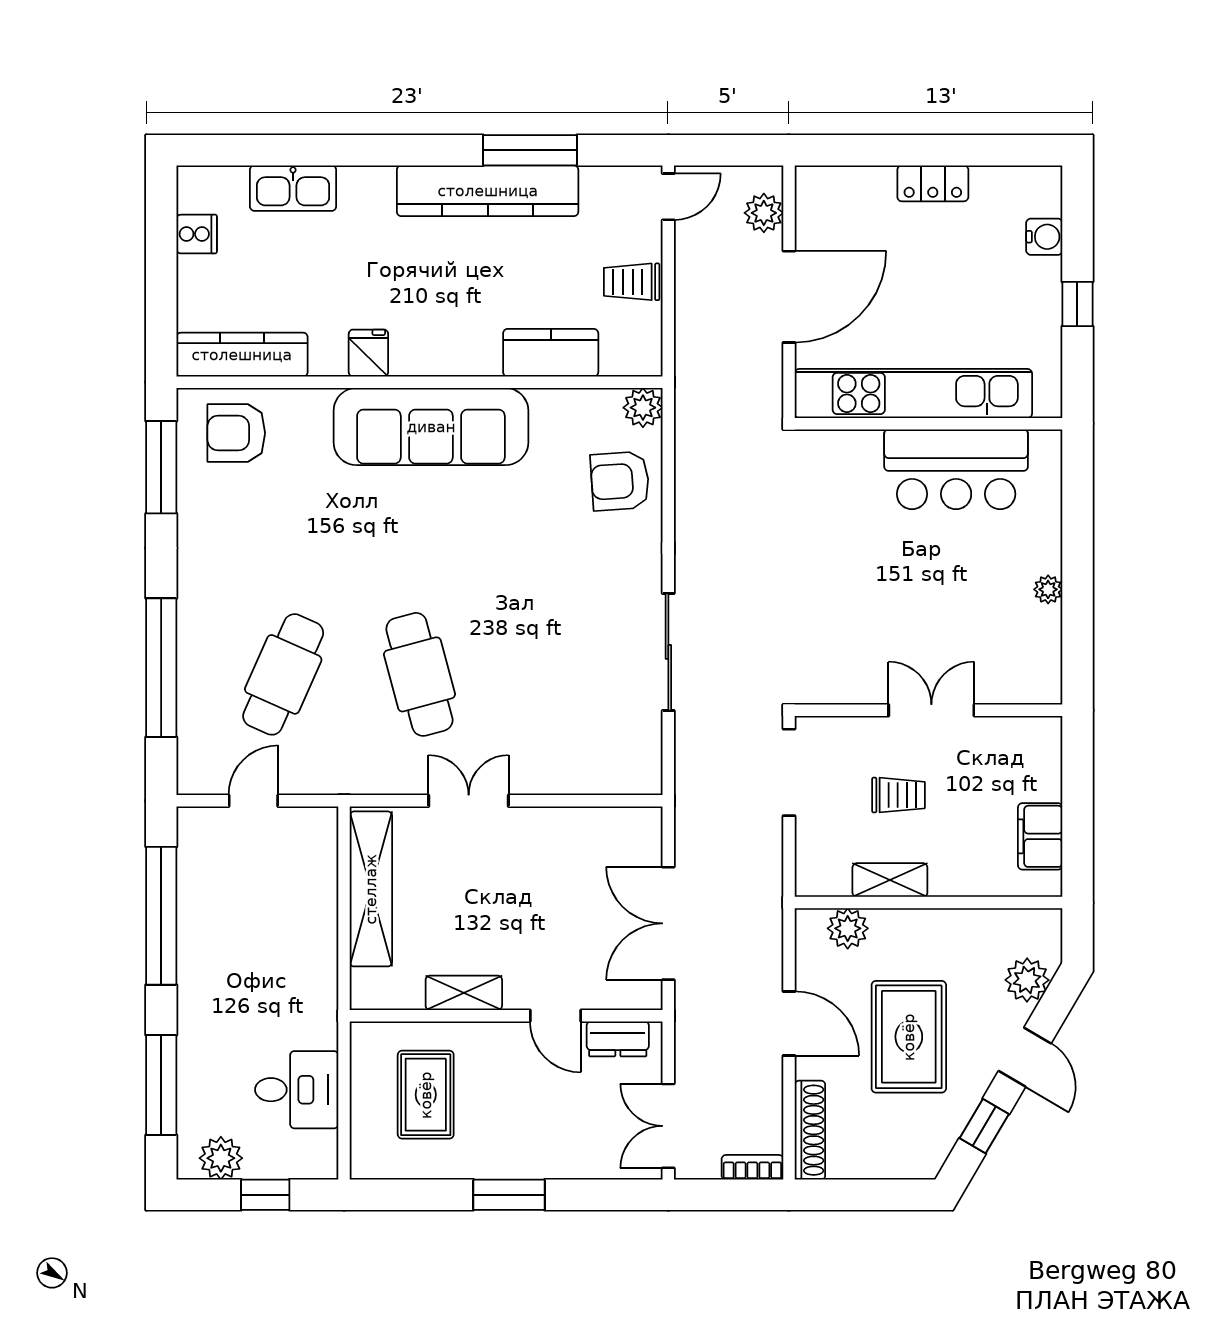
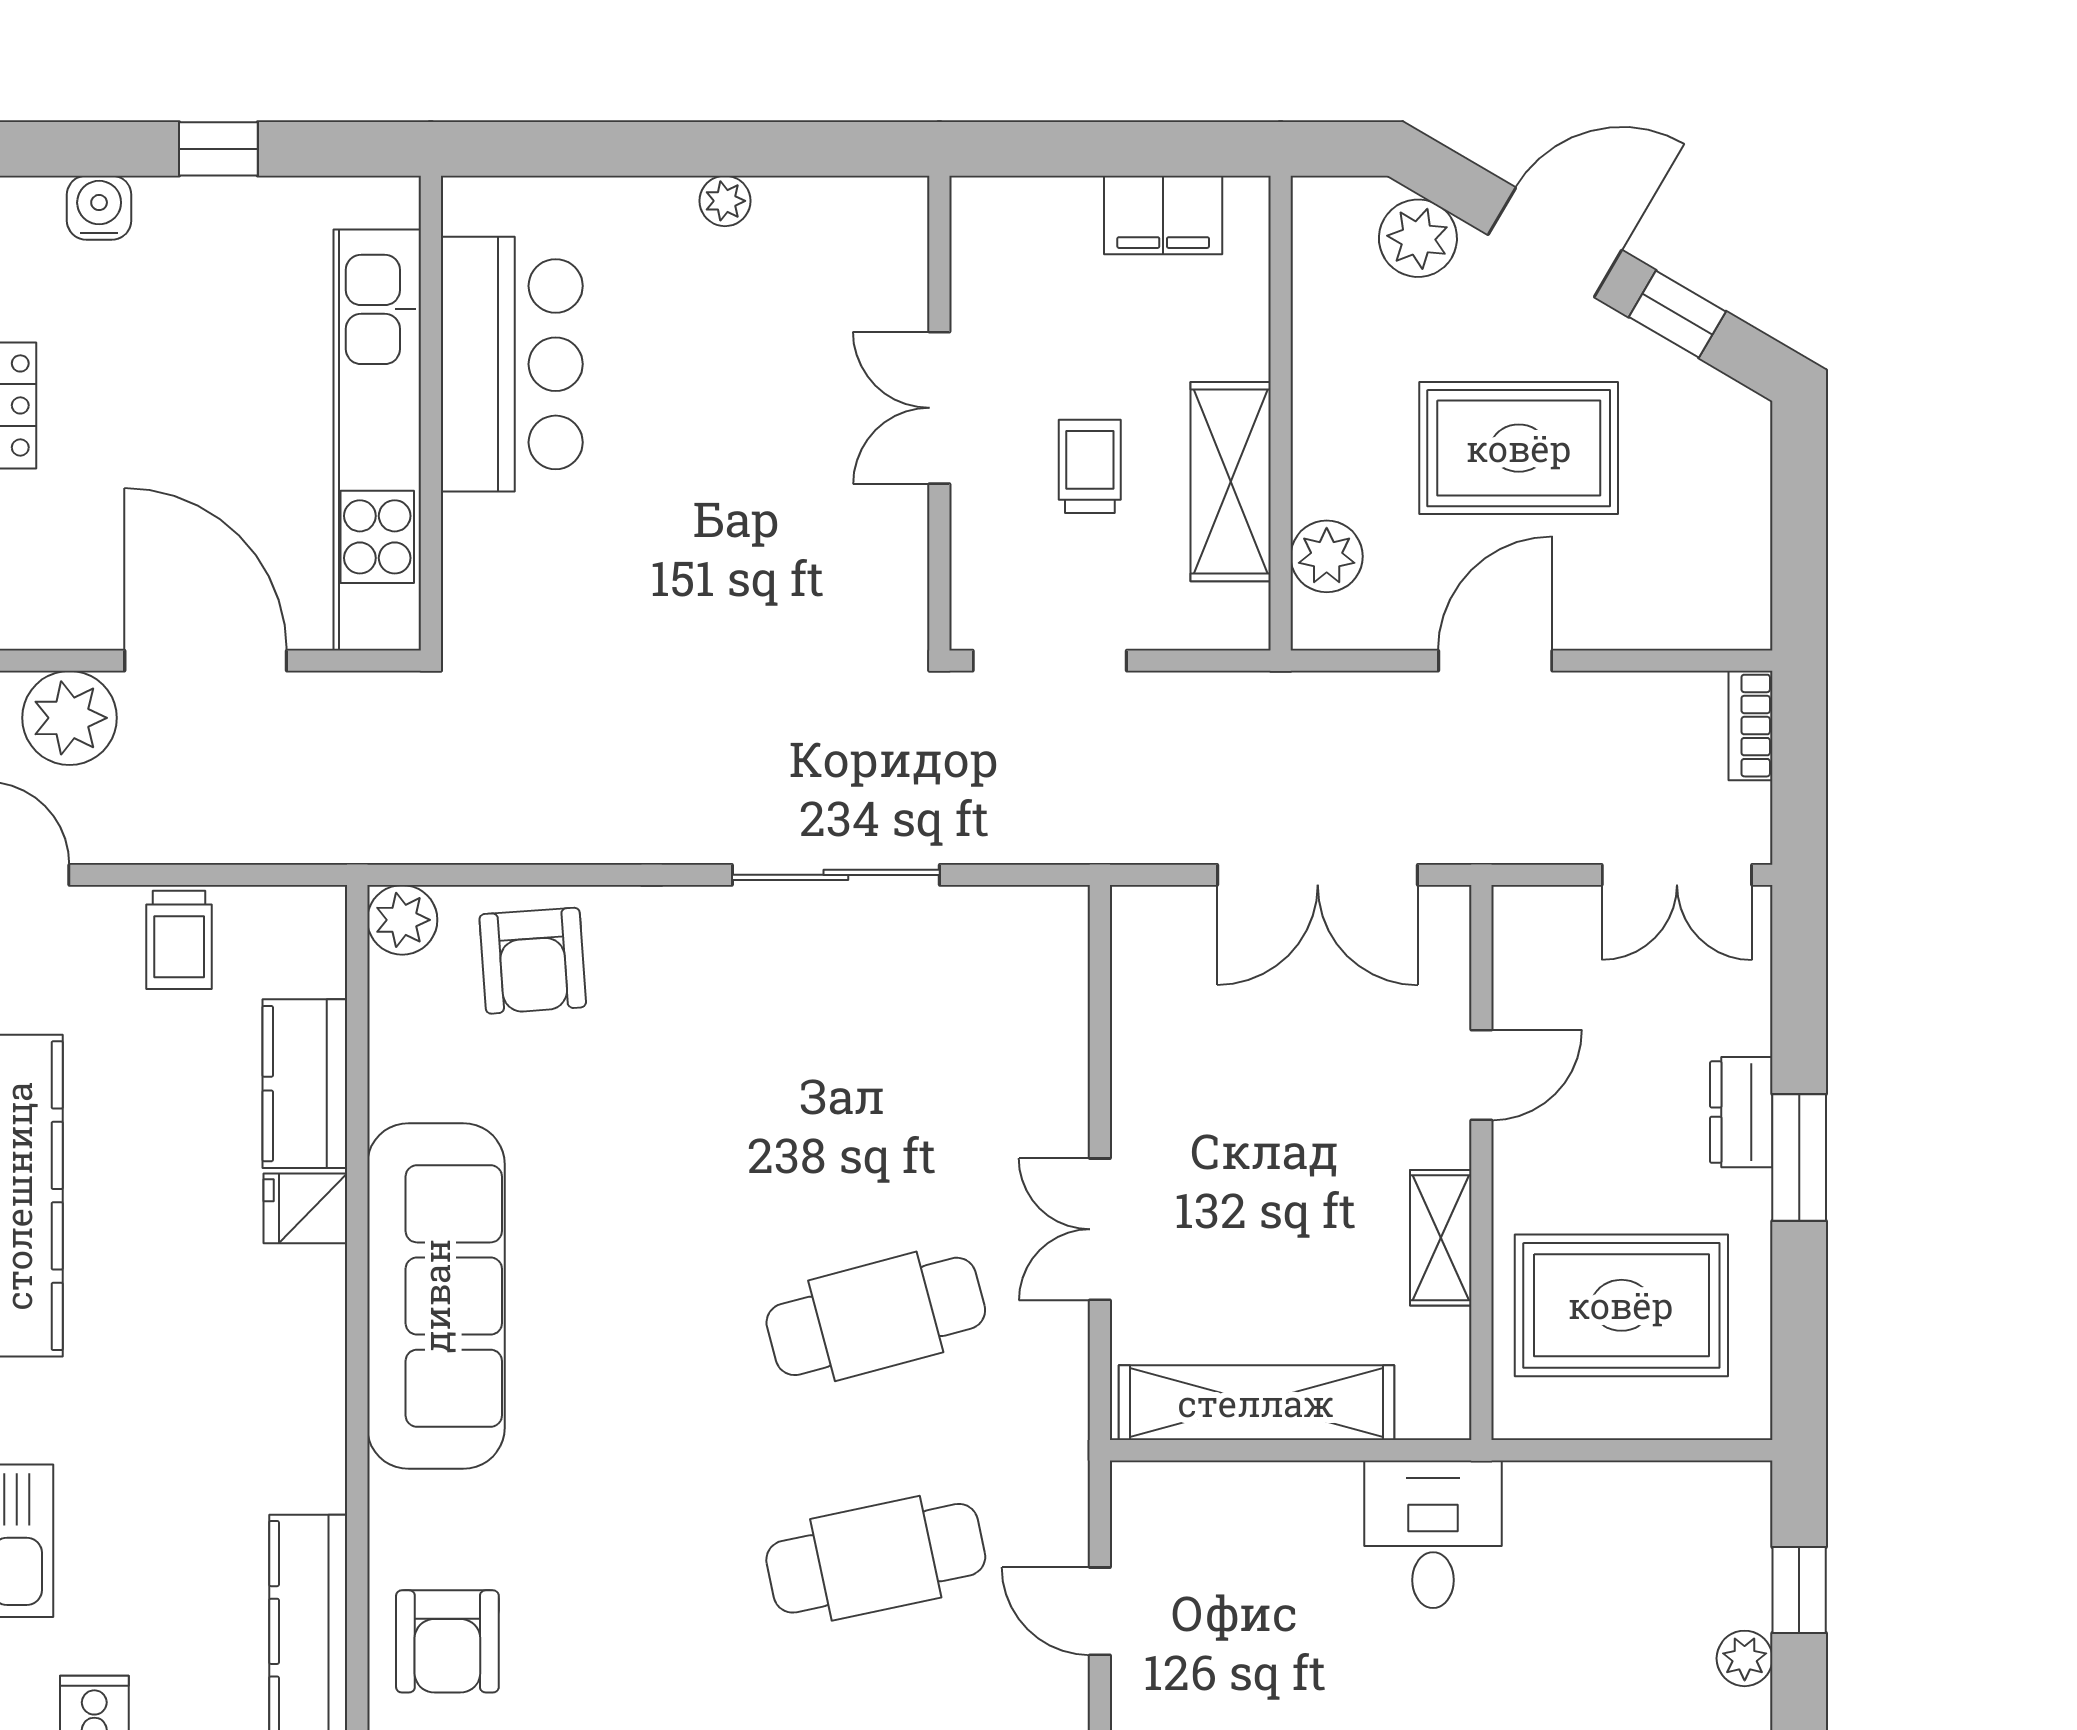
plant: (764, 213) -> (69, 718), width x1.36, depth x1.36
fridge: (368, 353) -> (305, 1208), moved
cafe table: (283, 674) -> (876, 1558), turned -36
shelving: (890, 880) -> (1231, 482), width x1.50, depth x1.33
dresser: (618, 1039) -> (1741, 1112), moved, turned 180
door: (1025, 1057) -> (1555, 242), width x1.38
desk: (297, 1090) -> (1433, 1534), moved
rug: (426, 1095) -> (1621, 1305), width x1.36, depth x1.43
shoe rack: (810, 1130) -> (1684, 623), removed
plant: (221, 1158) -> (1745, 1658), width x0.73, depth x0.73

